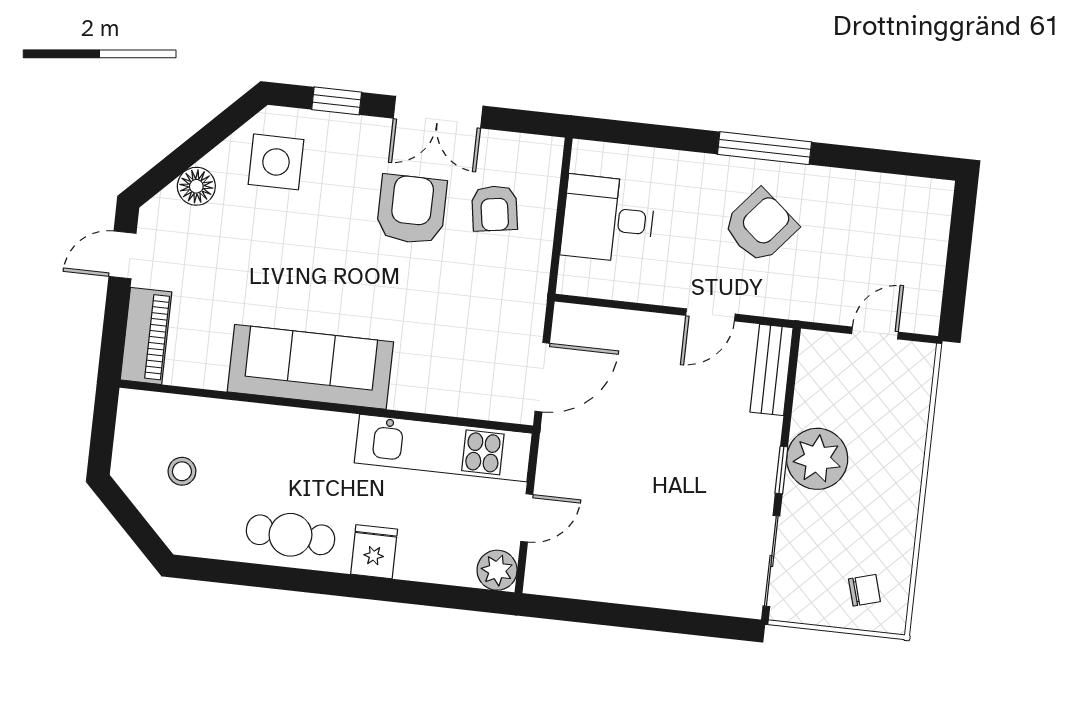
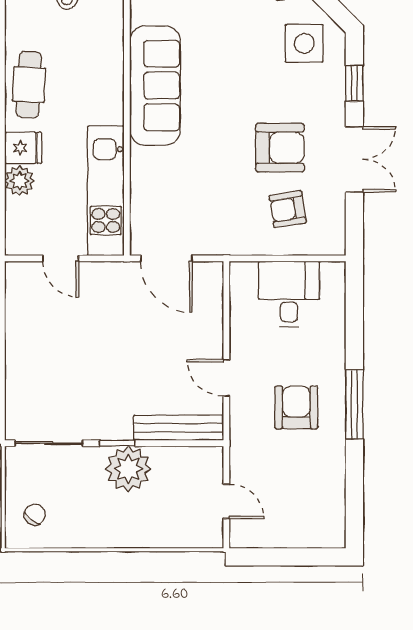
double door: (438, 112) -> (354, 159), swing flipped
armchair: (760, 226) -> (296, 408), turned -130
bench: (772, 370) -> (179, 428), width x1.36
plant: (497, 570) -> (20, 181), moved
chair: (864, 590) -> (35, 515), turned -125

